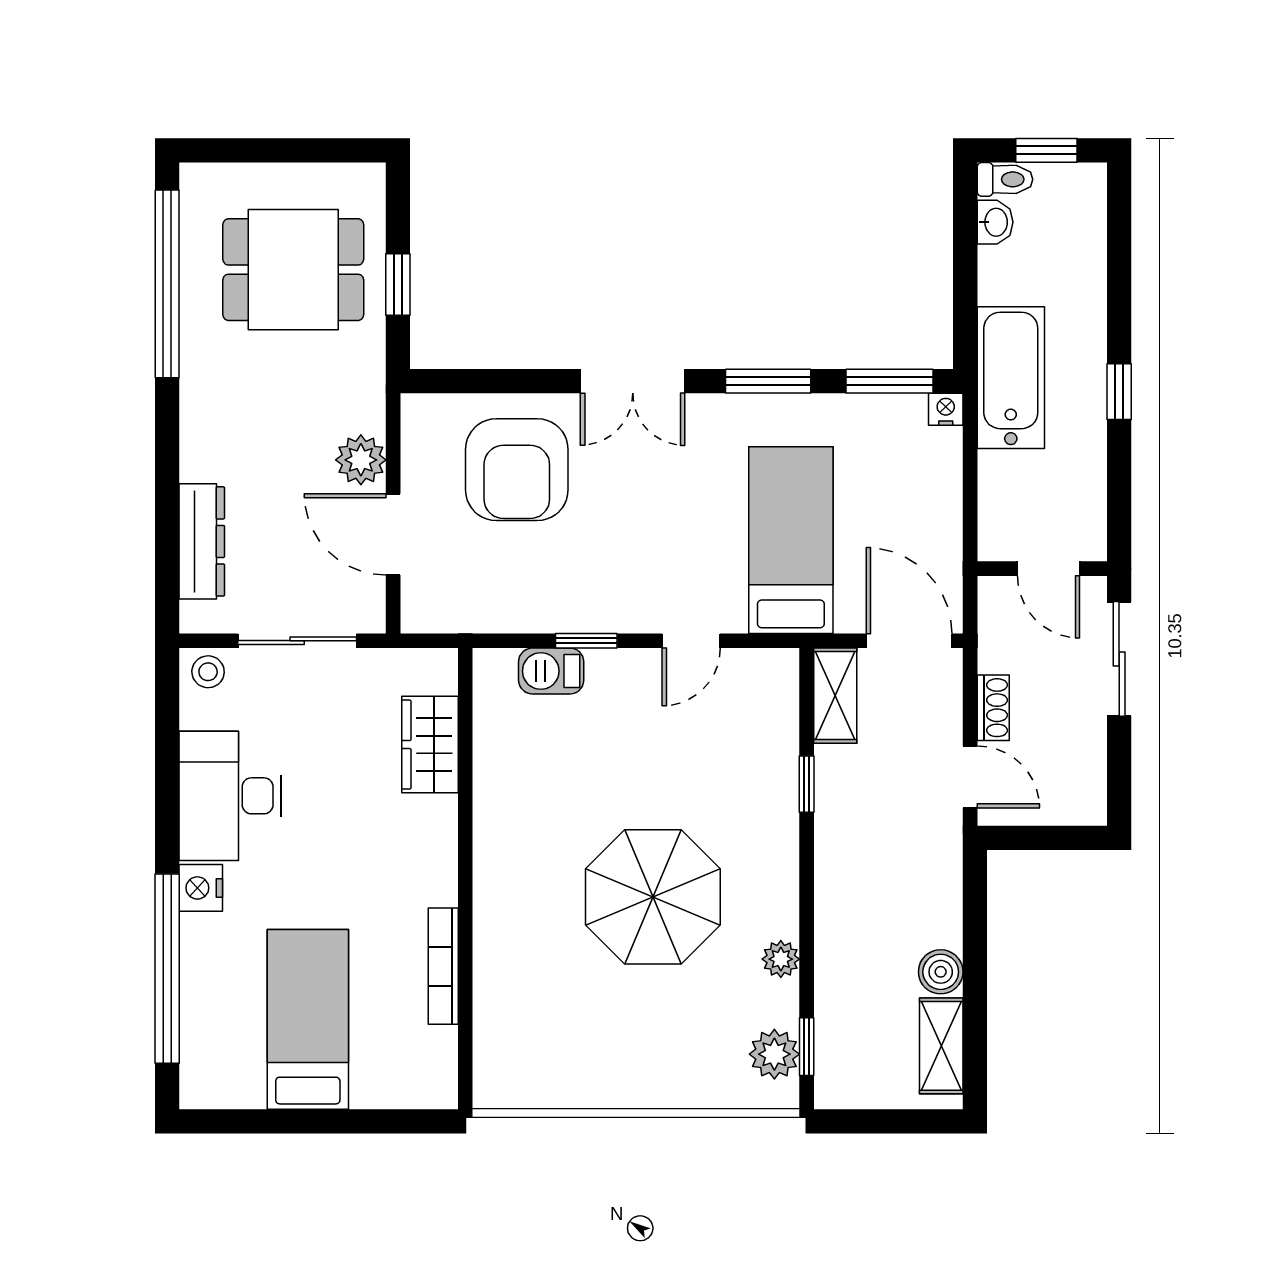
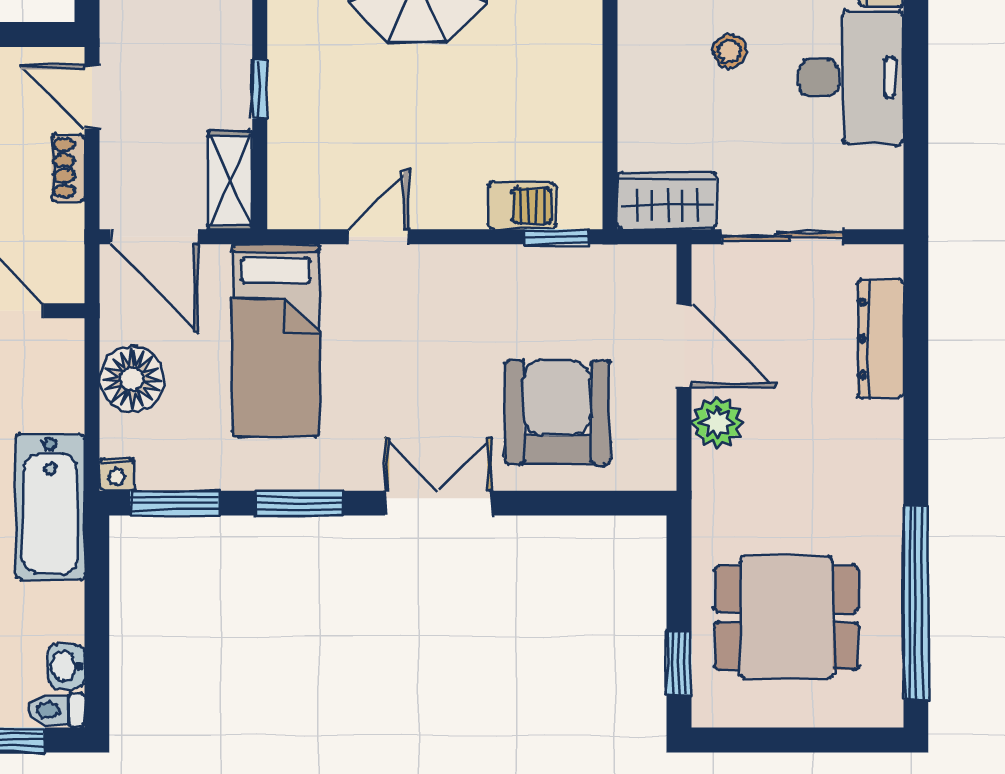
window: (398, 284) -> (679, 663), moved
floor lamp: (931, 502) -> (132, 379), added
window: (586, 641) -> (556, 237), moved
stool: (208, 672) -> (730, 51), moved
wardrobe: (430, 745) -> (667, 200), moved, turned -90

